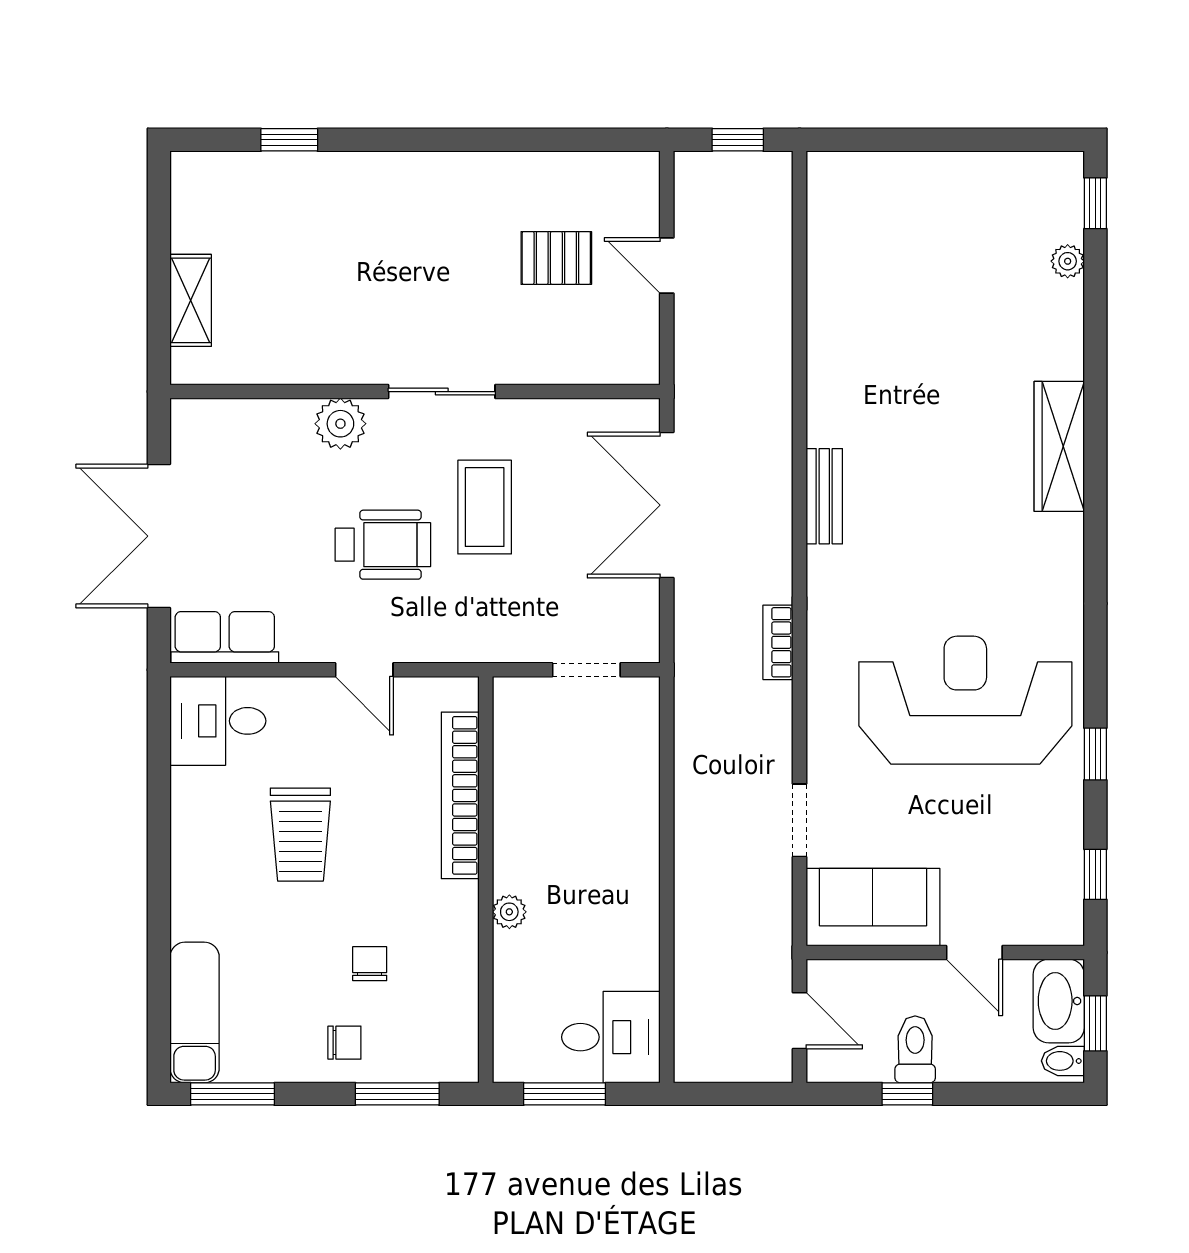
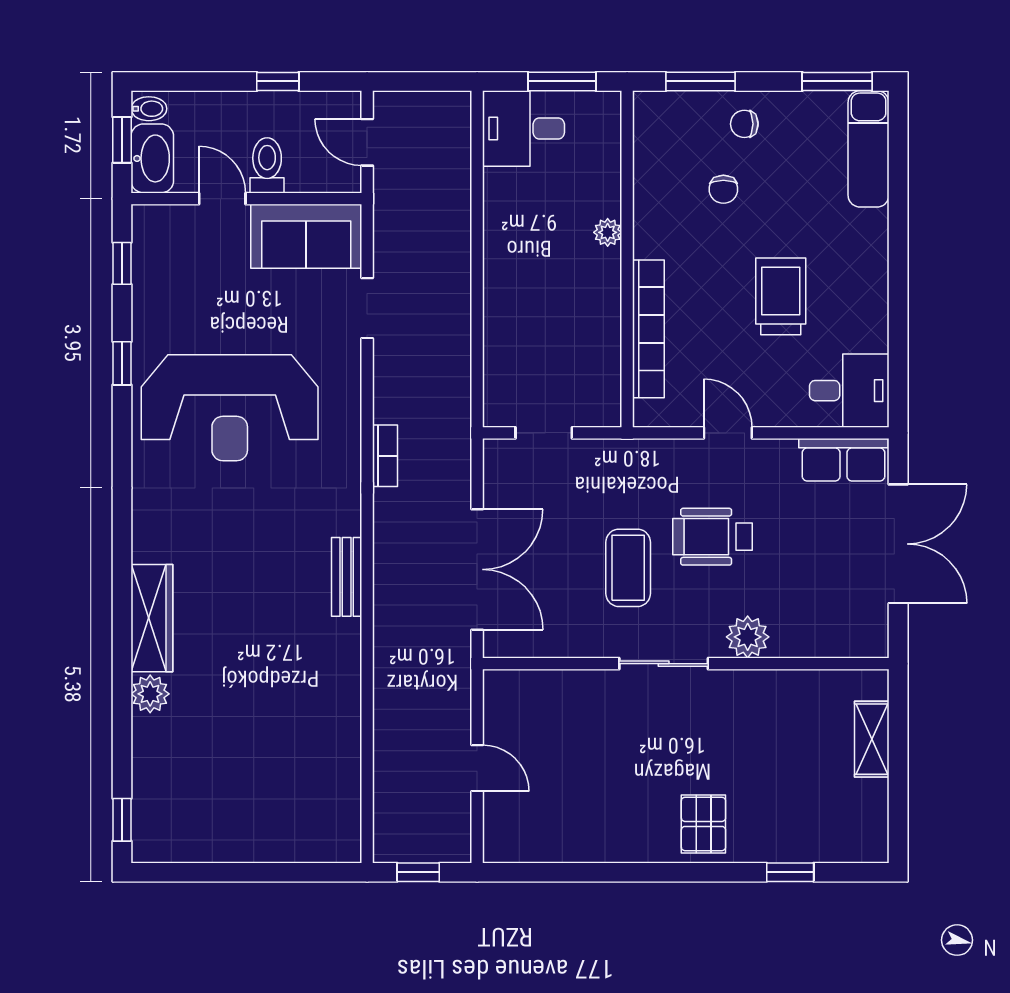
pallet: (556, 258) -> (703, 824), moved, turned 90
plant: (1068, 261) -> (150, 694), moved, width x1.38, depth x1.38
toilet: (915, 1049) -> (267, 165), moved, turned 180

